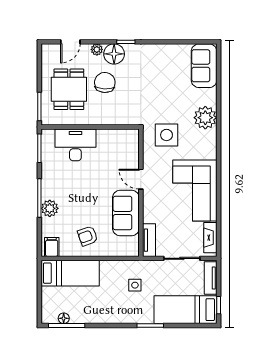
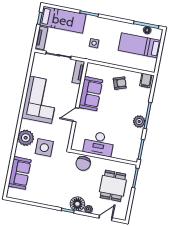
sofa: (204, 66) -> (20, 173), moved
chair: (105, 83) -> (83, 163), moved
plant: (205, 118) -> (26, 138), moved
side table: (167, 135) -> (44, 148), moved
desk: (75, 145) -> (99, 144), moved
door: (141, 179) -> (76, 115), swing flipped
plant: (50, 208) -> (139, 122), moved
fireplace: (210, 238) -> (36, 66), removed
bed: (70, 273) -> (140, 45), moved

